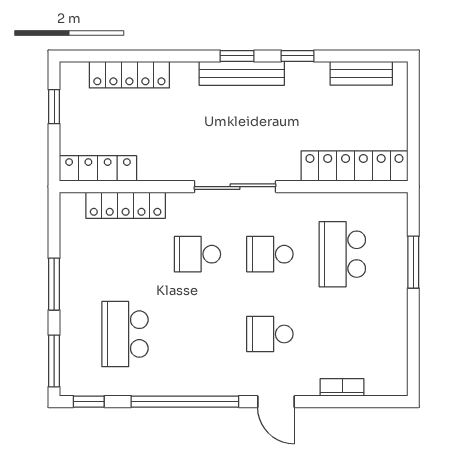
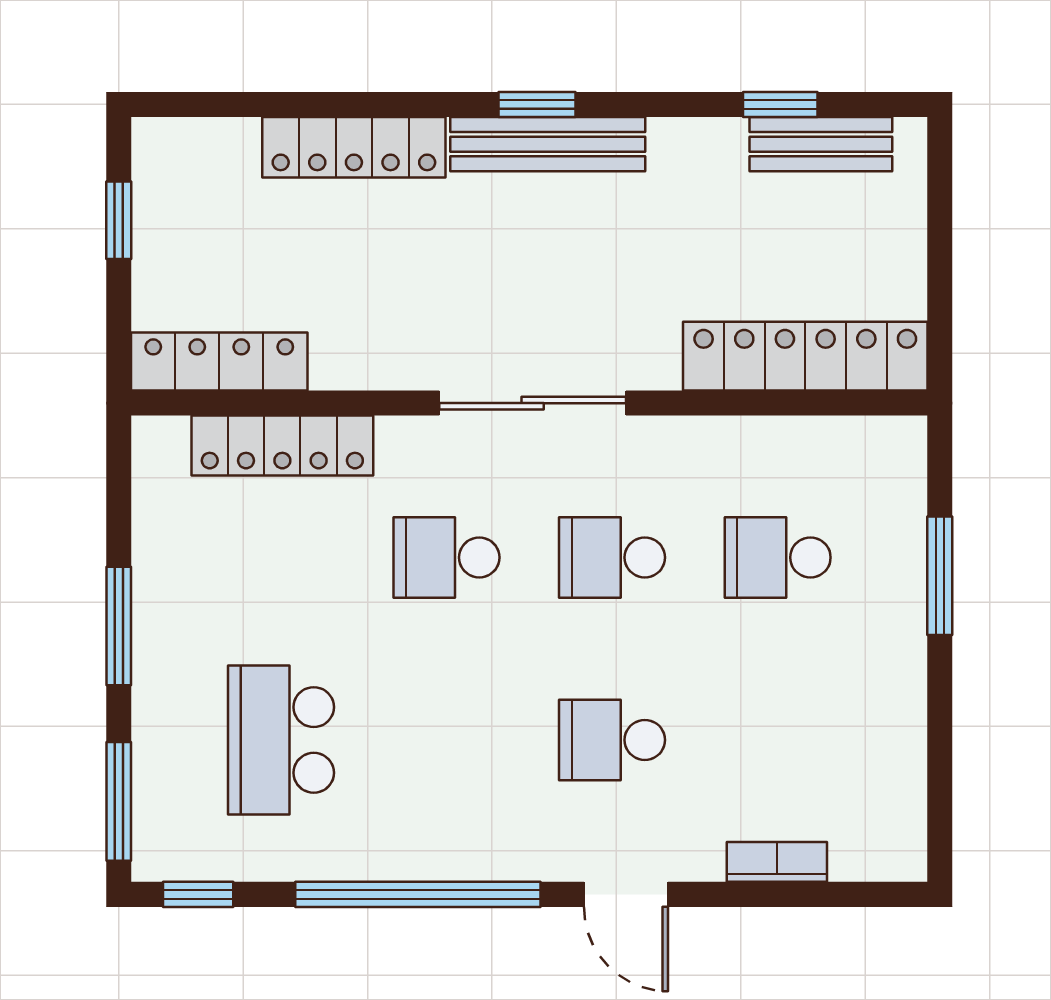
window: (298, 56) -> (780, 104), moved
locker: (129, 75) -> (354, 147), moved
school desk: (342, 254) -> (778, 557), width x0.54

